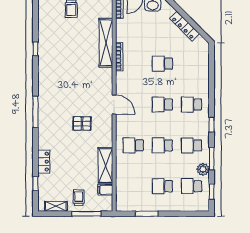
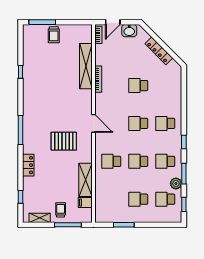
pallet: (82, 124) -> (64, 141), width x1.50, depth x1.42
locker: (44, 162) -> (28, 165), moved

